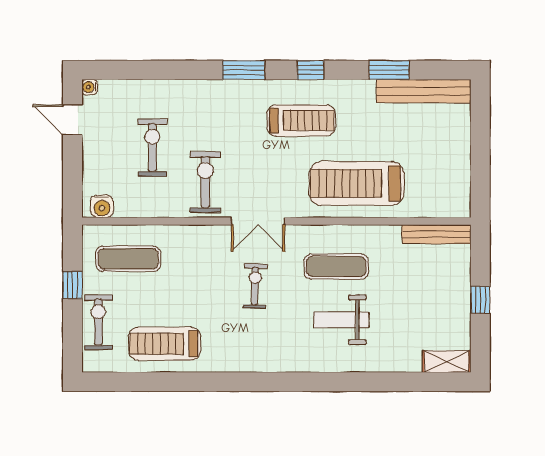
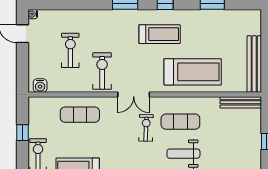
bench: (424, 91) -> (254, 64), moved, turned 90
treadmill: (357, 183) -> (193, 72), turned 180
exercise mat: (128, 259) -> (80, 115), moved
exercise bike: (255, 286) -> (146, 128), moved

